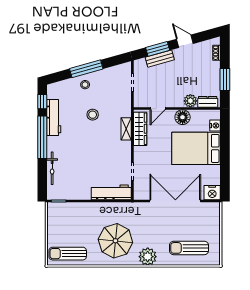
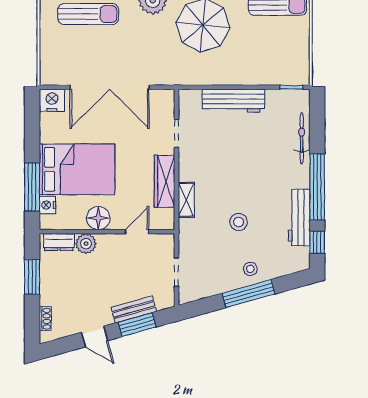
wardrobe: (140, 129) -> (164, 181), moved
window: (225, 137) -> (32, 187), added
workbench: (111, 192) -> (234, 101), moved

